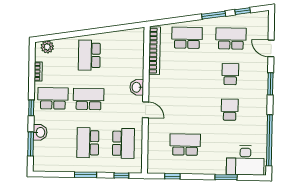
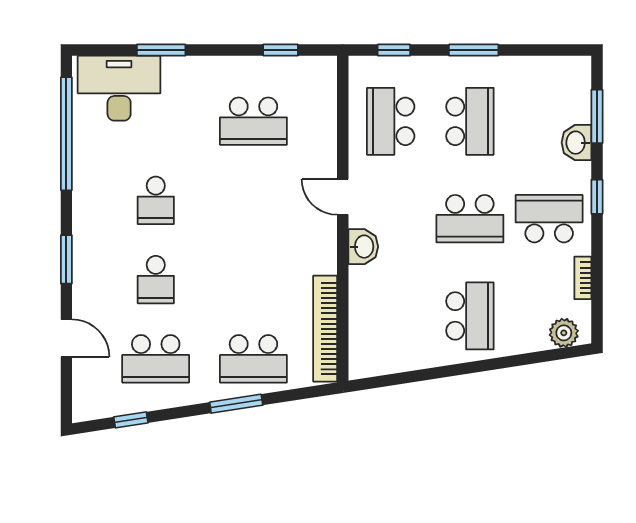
window: (214, 15) -> (236, 404), moved
school desk: (53, 98) -> (549, 219), turned 180

